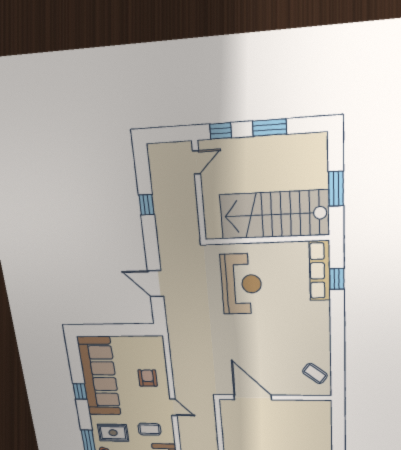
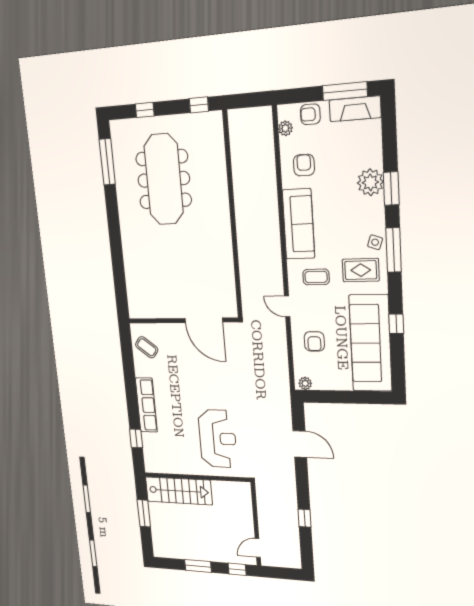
stairs: (274, 215) -> (179, 491), width x0.73, depth x0.66
row of seats: (320, 271) -> (146, 405), moved
reception desk: (241, 284) -> (218, 439), turned 180
plant: (154, 342) -> (305, 383), added

